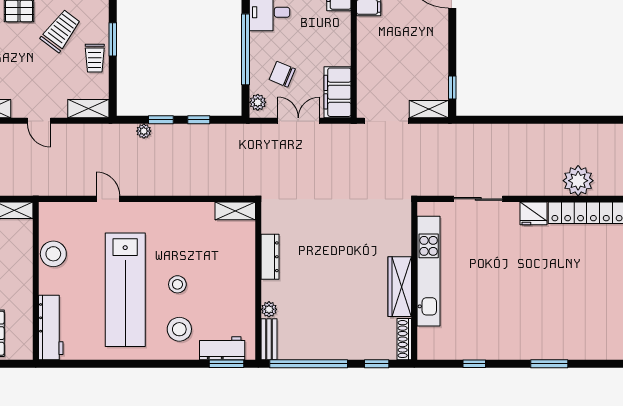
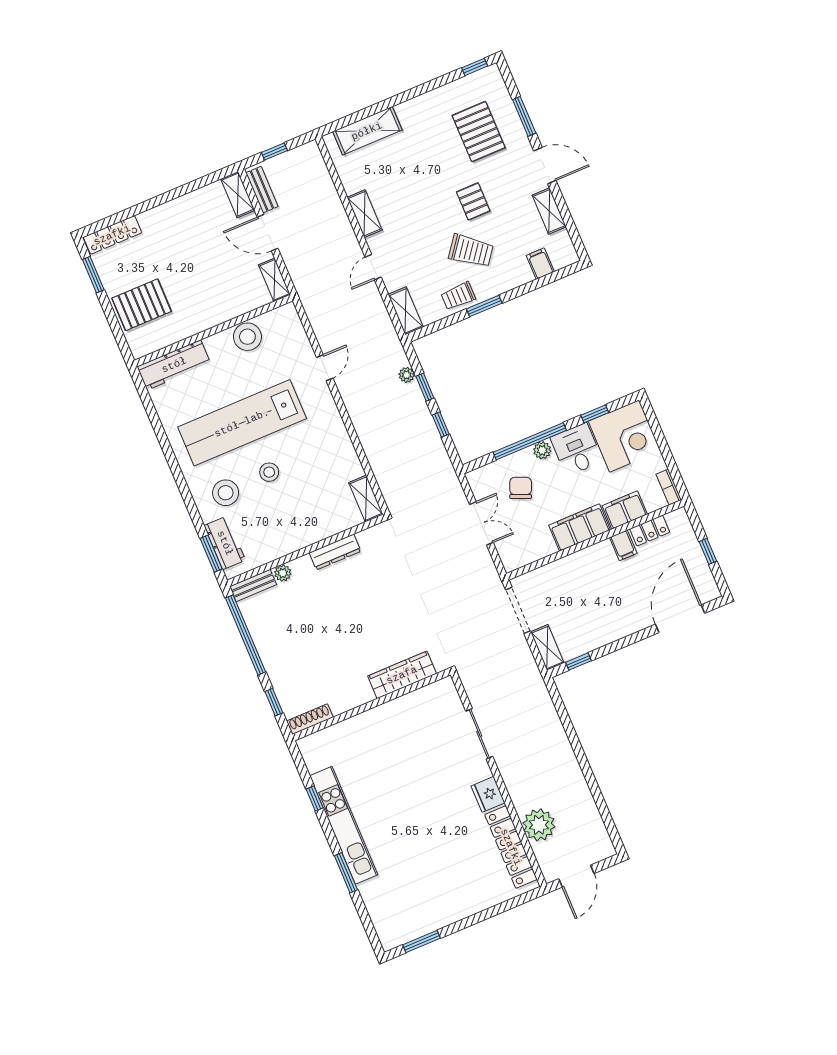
filing cabinet: (338, 92) -> (579, 528), moved
plant: (258, 102) -> (542, 450), moved
kitchen unit: (429, 271) -> (344, 825), moved, turned -90
wardrobe: (400, 287) -> (402, 675), moved

